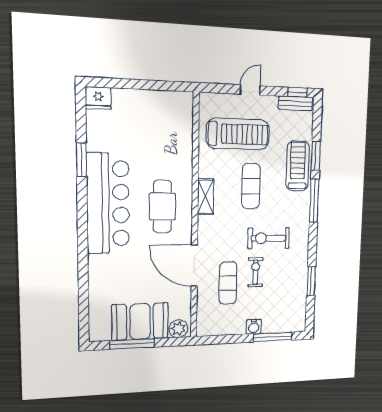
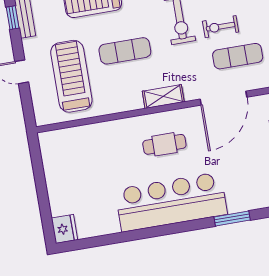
window: (82, 160) -> (232, 218), moved
shelving: (206, 197) -> (163, 96), moved
cafe table: (162, 207) -> (164, 144), width x0.73, depth x0.74

